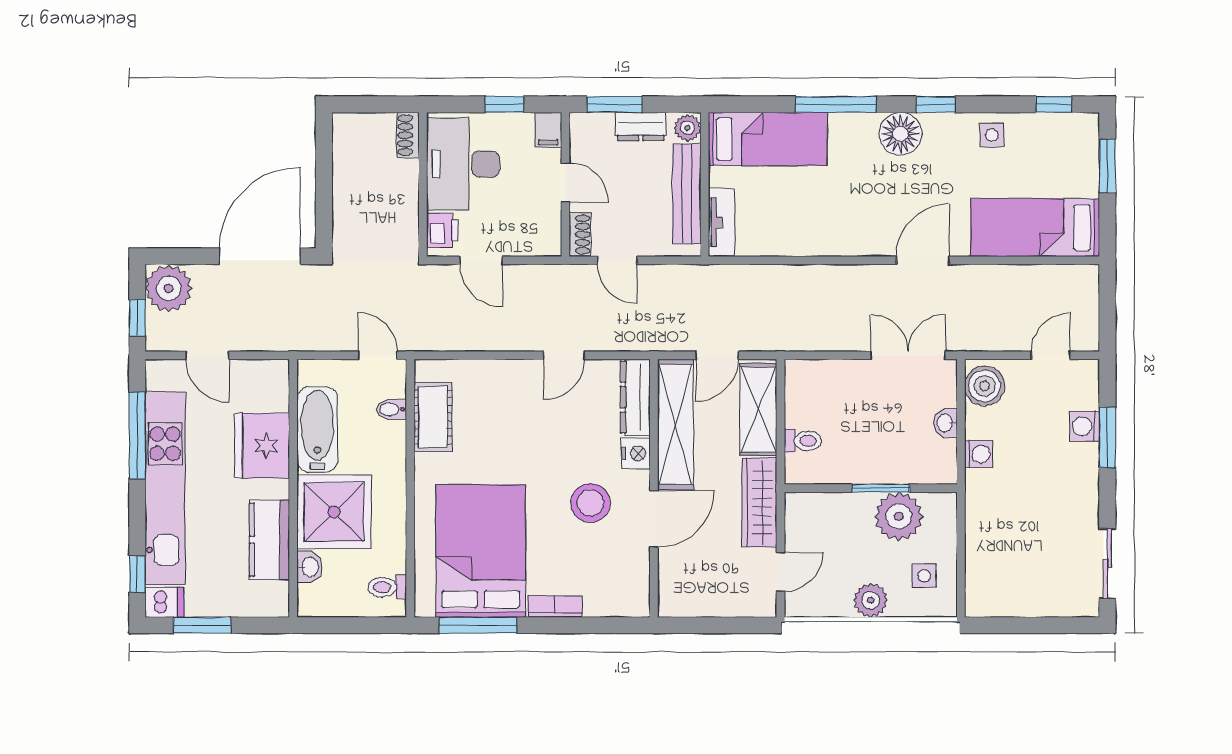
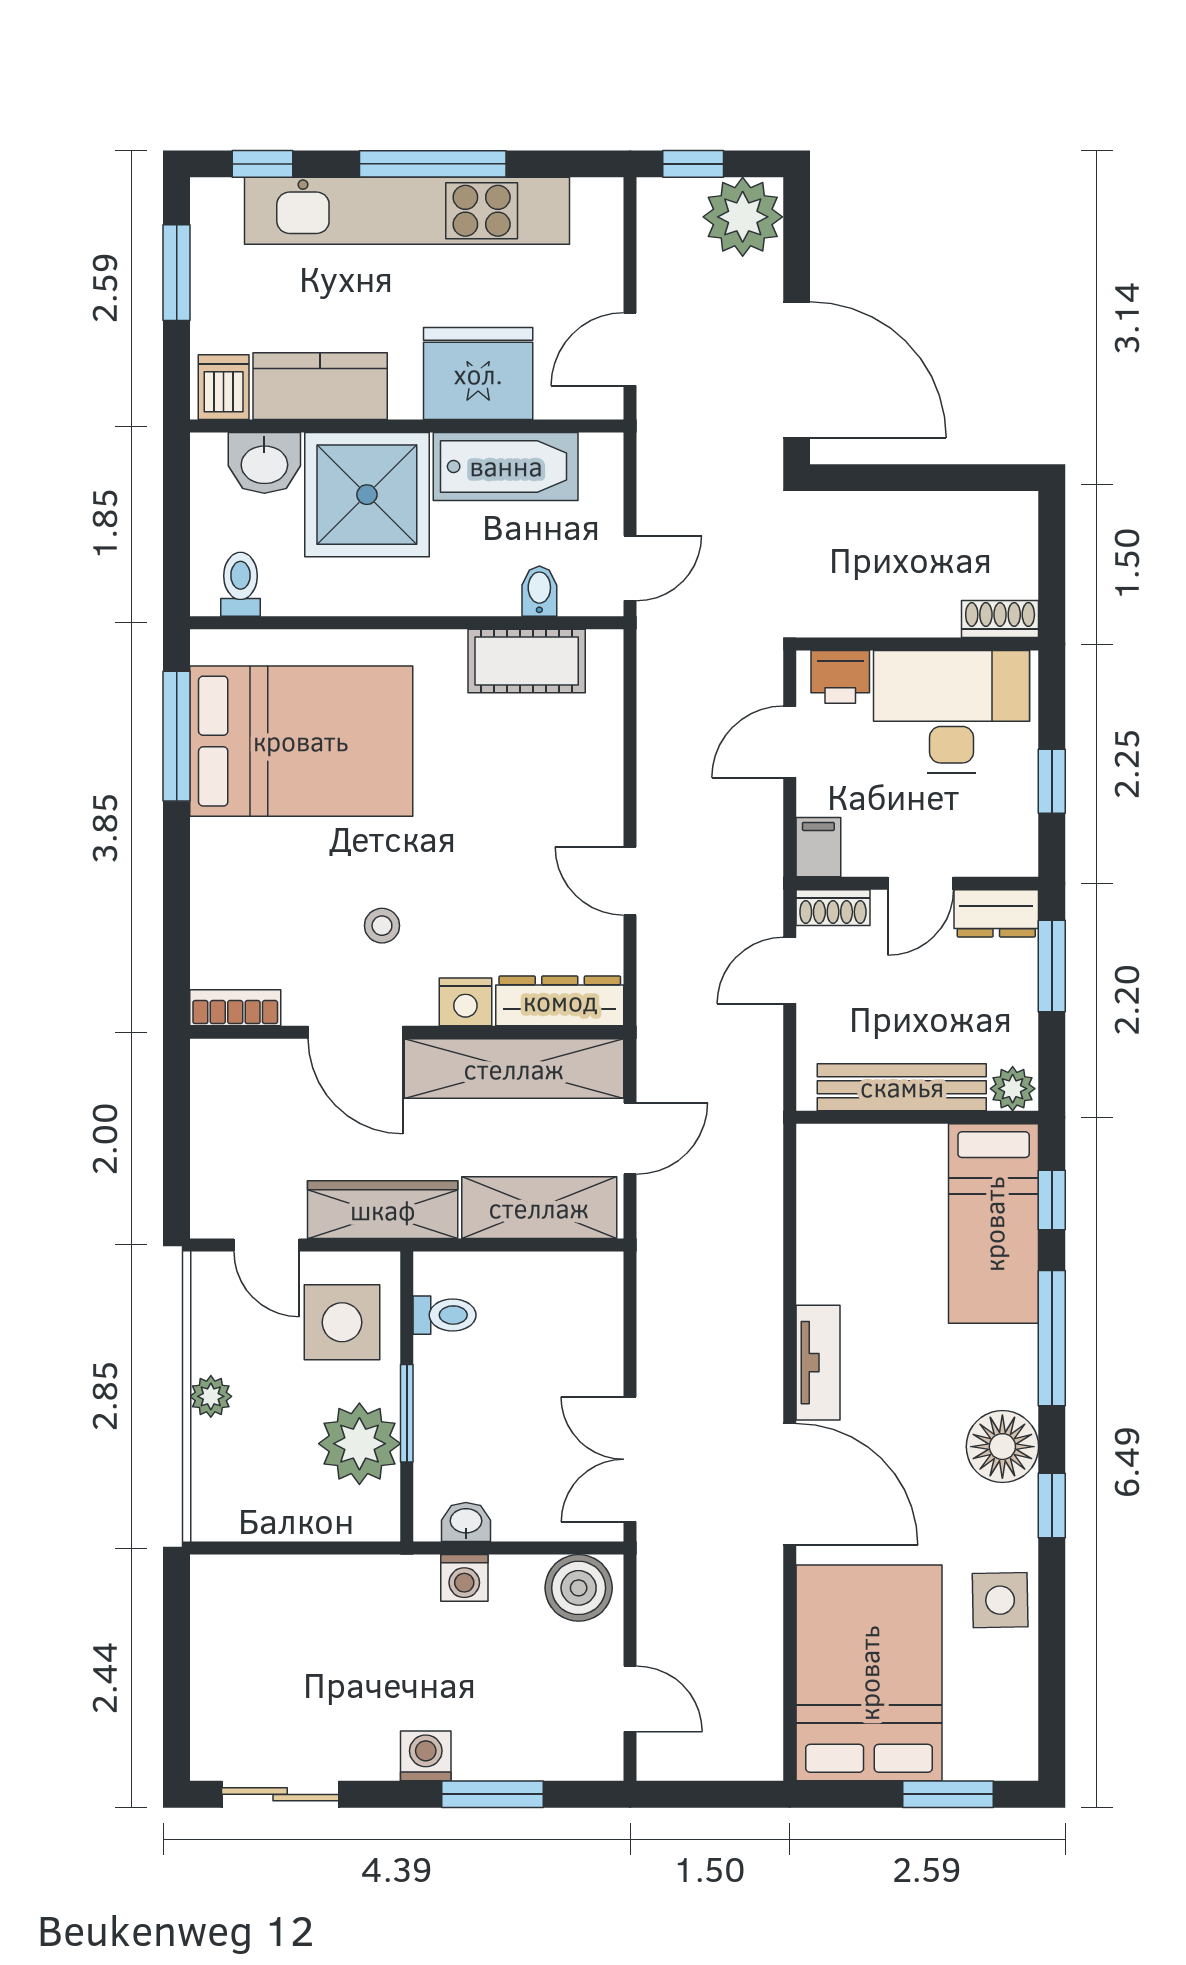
window: (1054, 104) -> (1052, 1200), moved
dresser: (641, 126) -> (996, 913), moved, turned -90
filing cabinet: (548, 130) -> (818, 847), moved, turned 90
side table: (992, 135) -> (1000, 1600), width x1.37, depth x1.37
tv unit: (721, 222) -> (818, 1363), moved, turned -90
bed: (1035, 228) -> (869, 1673), width x1.50
door: (923, 260) -> (790, 1484), width x1.36
door: (207, 355) -> (630, 349), moved
door: (717, 355) -> (630, 1138), swing flipped
double door: (908, 355) -> (630, 1459), swing flipped
washbasin: (945, 423) -> (466, 1522), moved
washing machine: (1085, 426) -> (426, 1756), moved
window: (137, 435) -> (433, 164), moved
toilet: (803, 441) -> (444, 1315), moved, turned -90
stool: (590, 503) -> (382, 926), width x0.53, depth x0.53
washbasin: (310, 567) -> (264, 463), width x1.38, depth x1.45
side table: (924, 576) -> (342, 1322), moved, width x1.87, depth x1.87
plant: (871, 600) -> (211, 1396), width x0.73, depth x0.73
dishwasher: (164, 602) -> (224, 387), moved, turned 180
bookcase: (555, 607) -> (235, 1008), moved, turned -90

